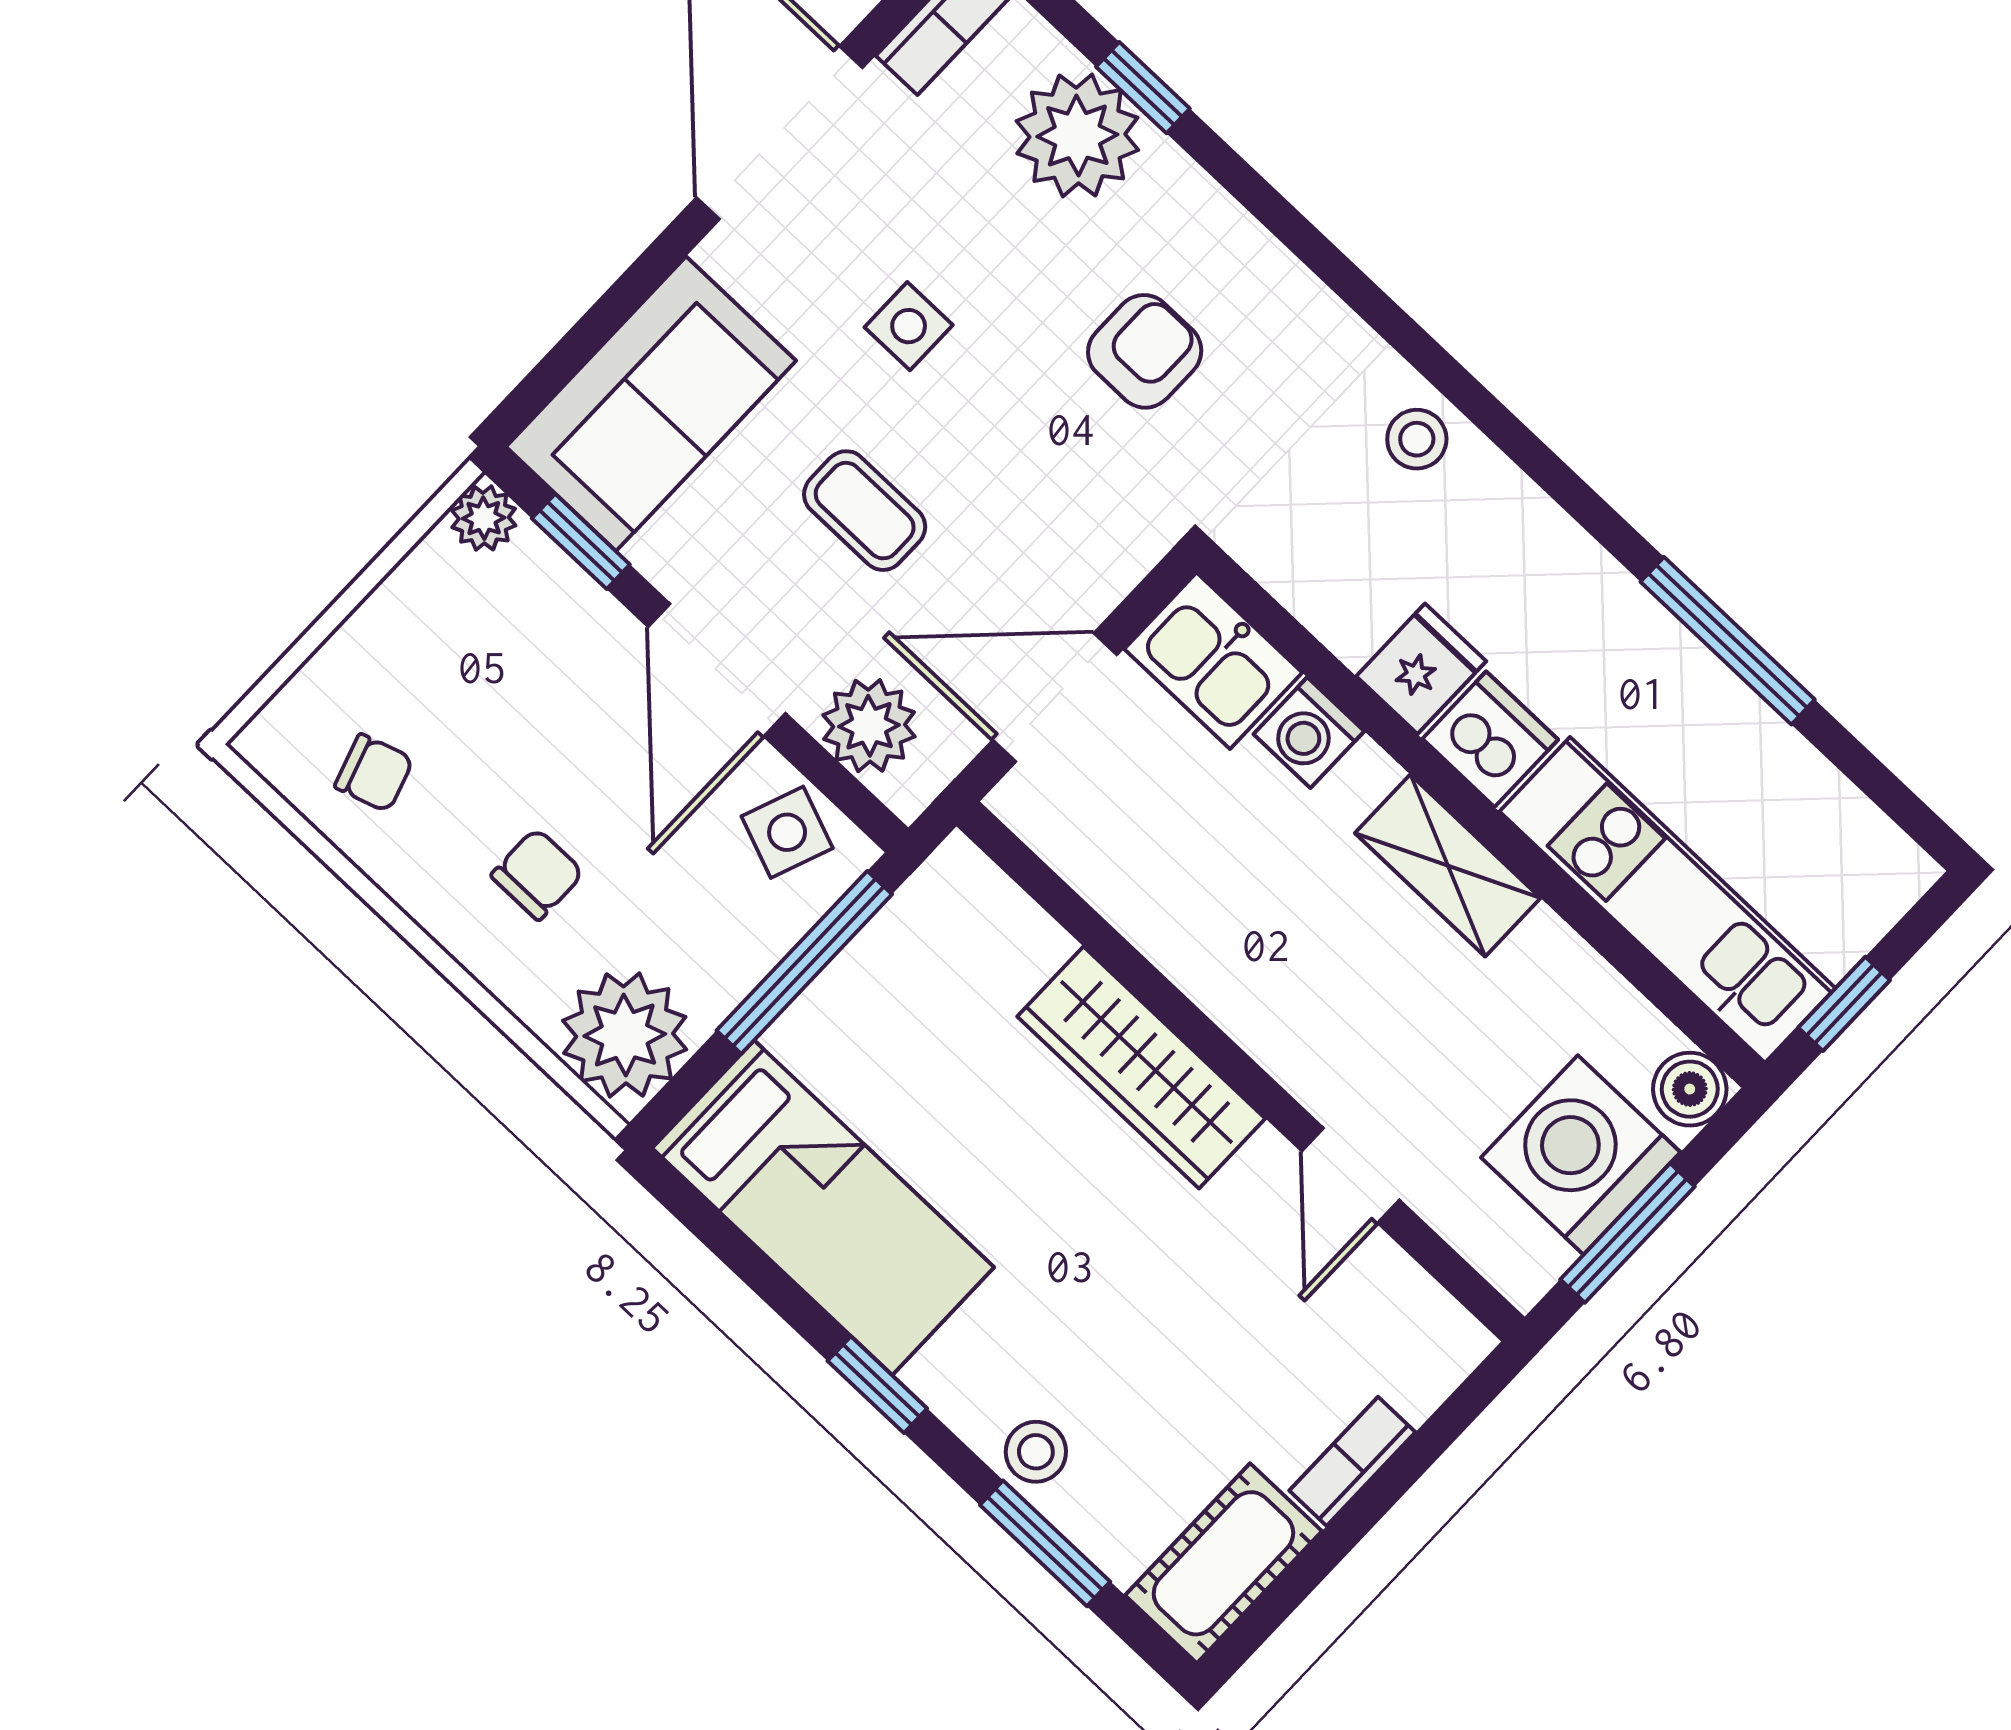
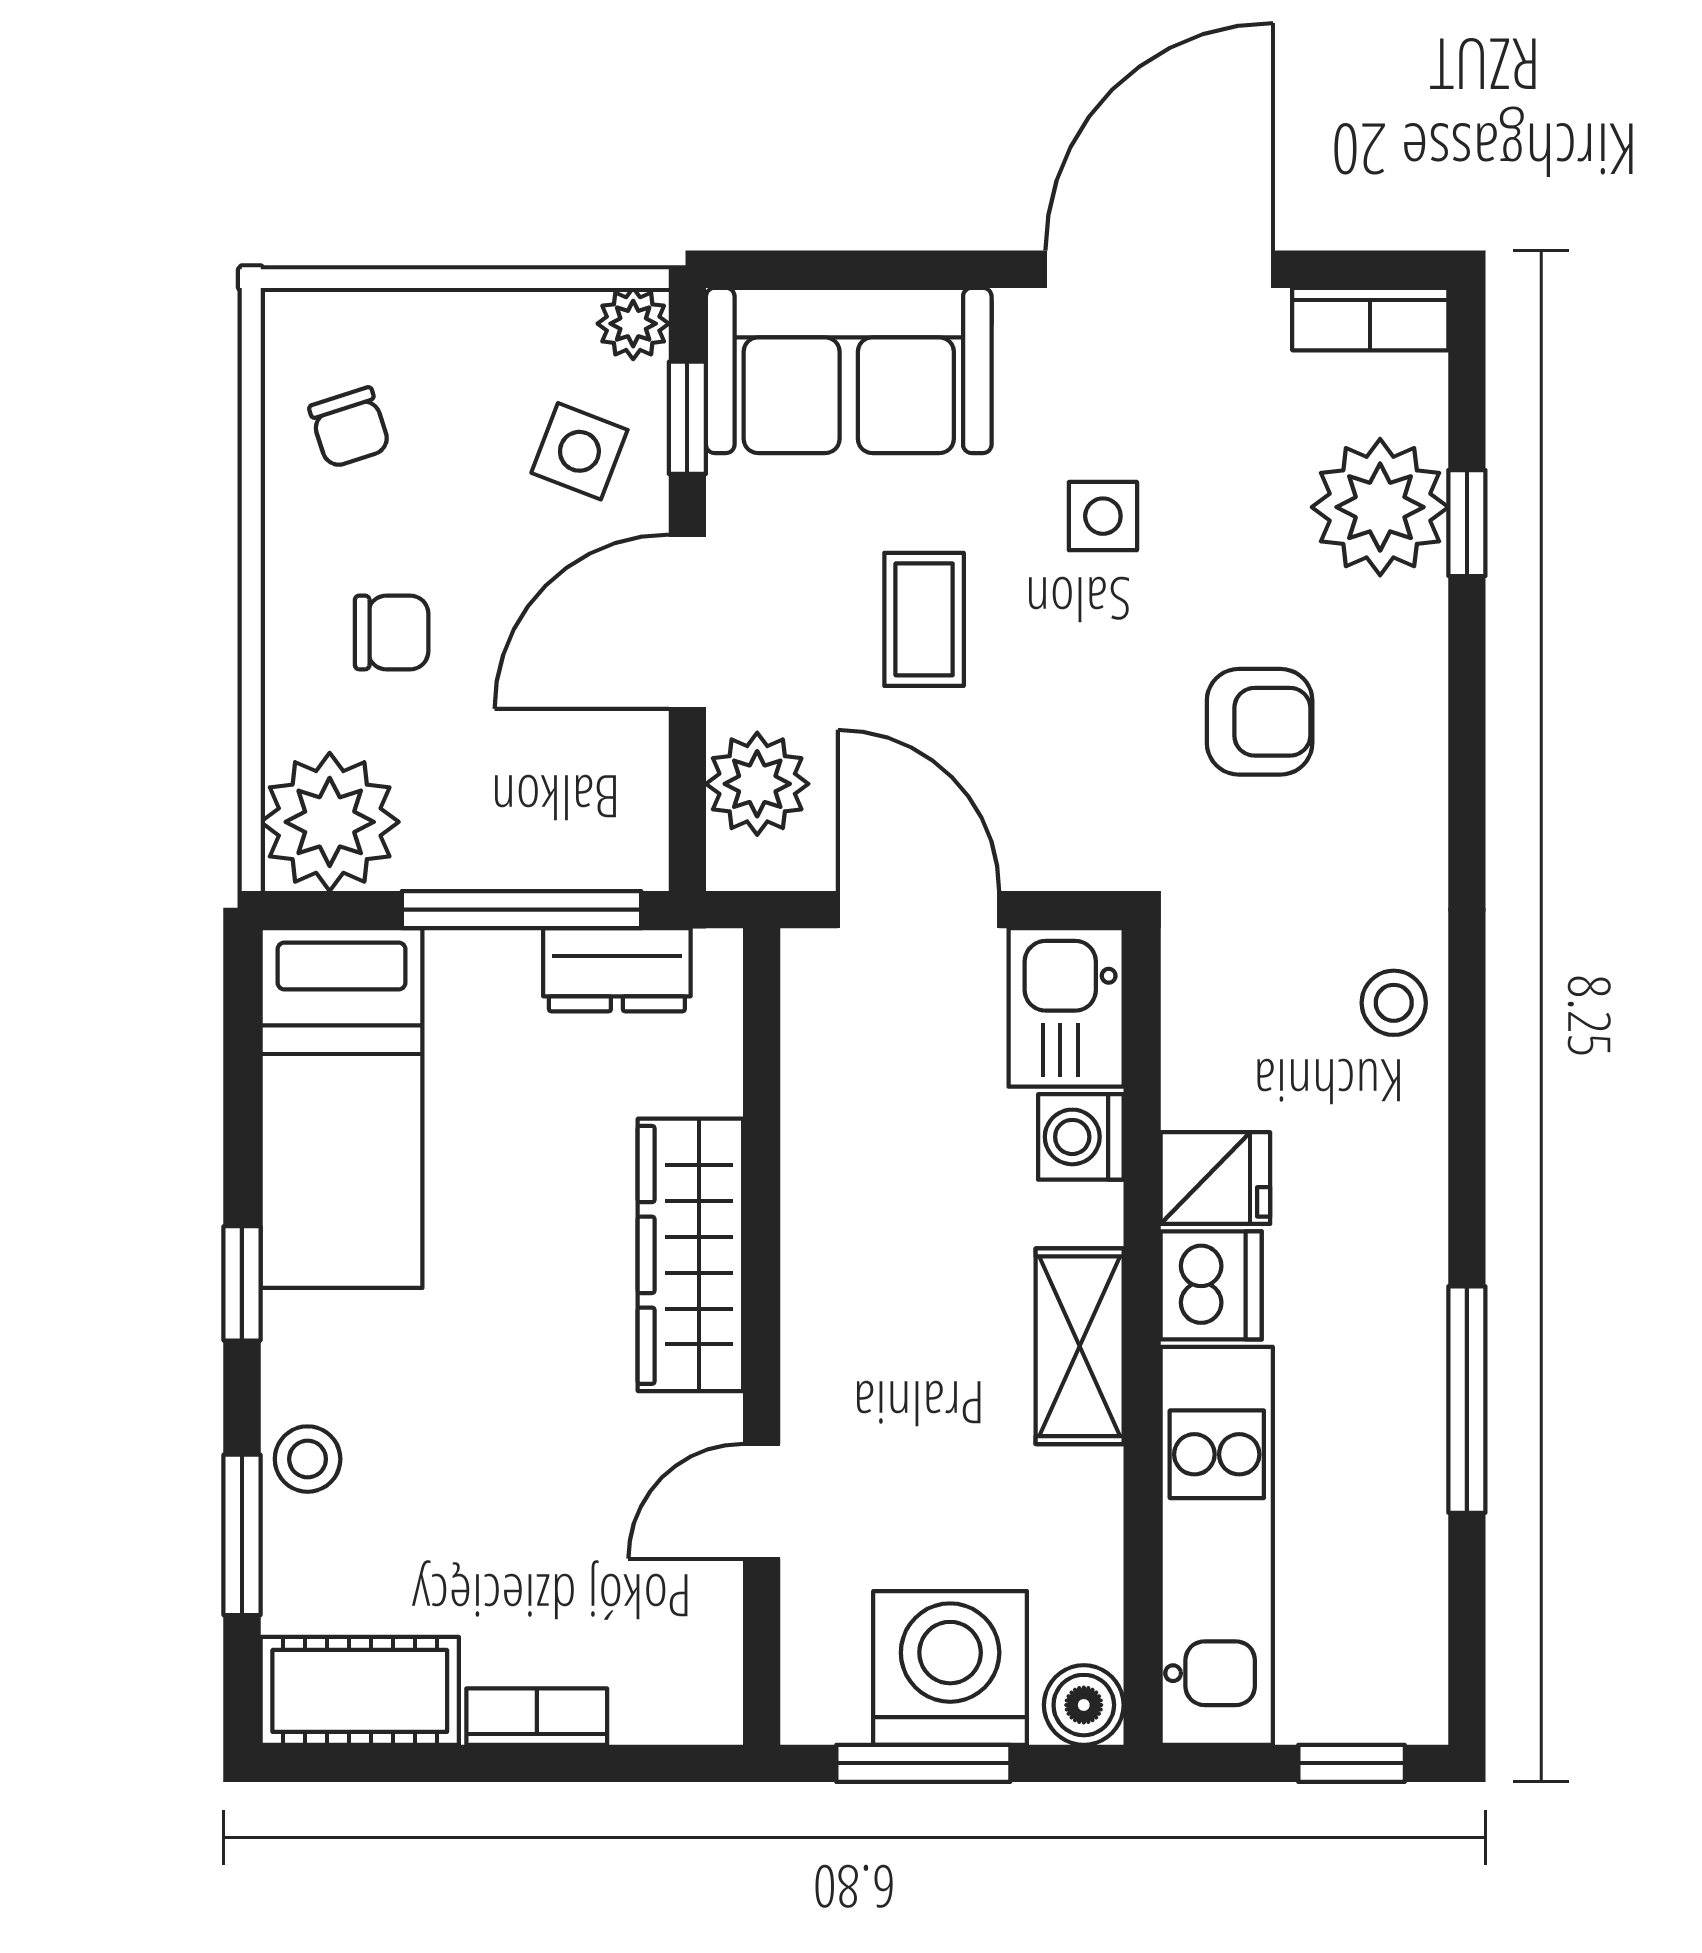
side table: (787, 832) -> (579, 451), moved
dresser: (905, 937) -> (617, 970), added
window: (1844, 1004) -> (1352, 1763), moved

